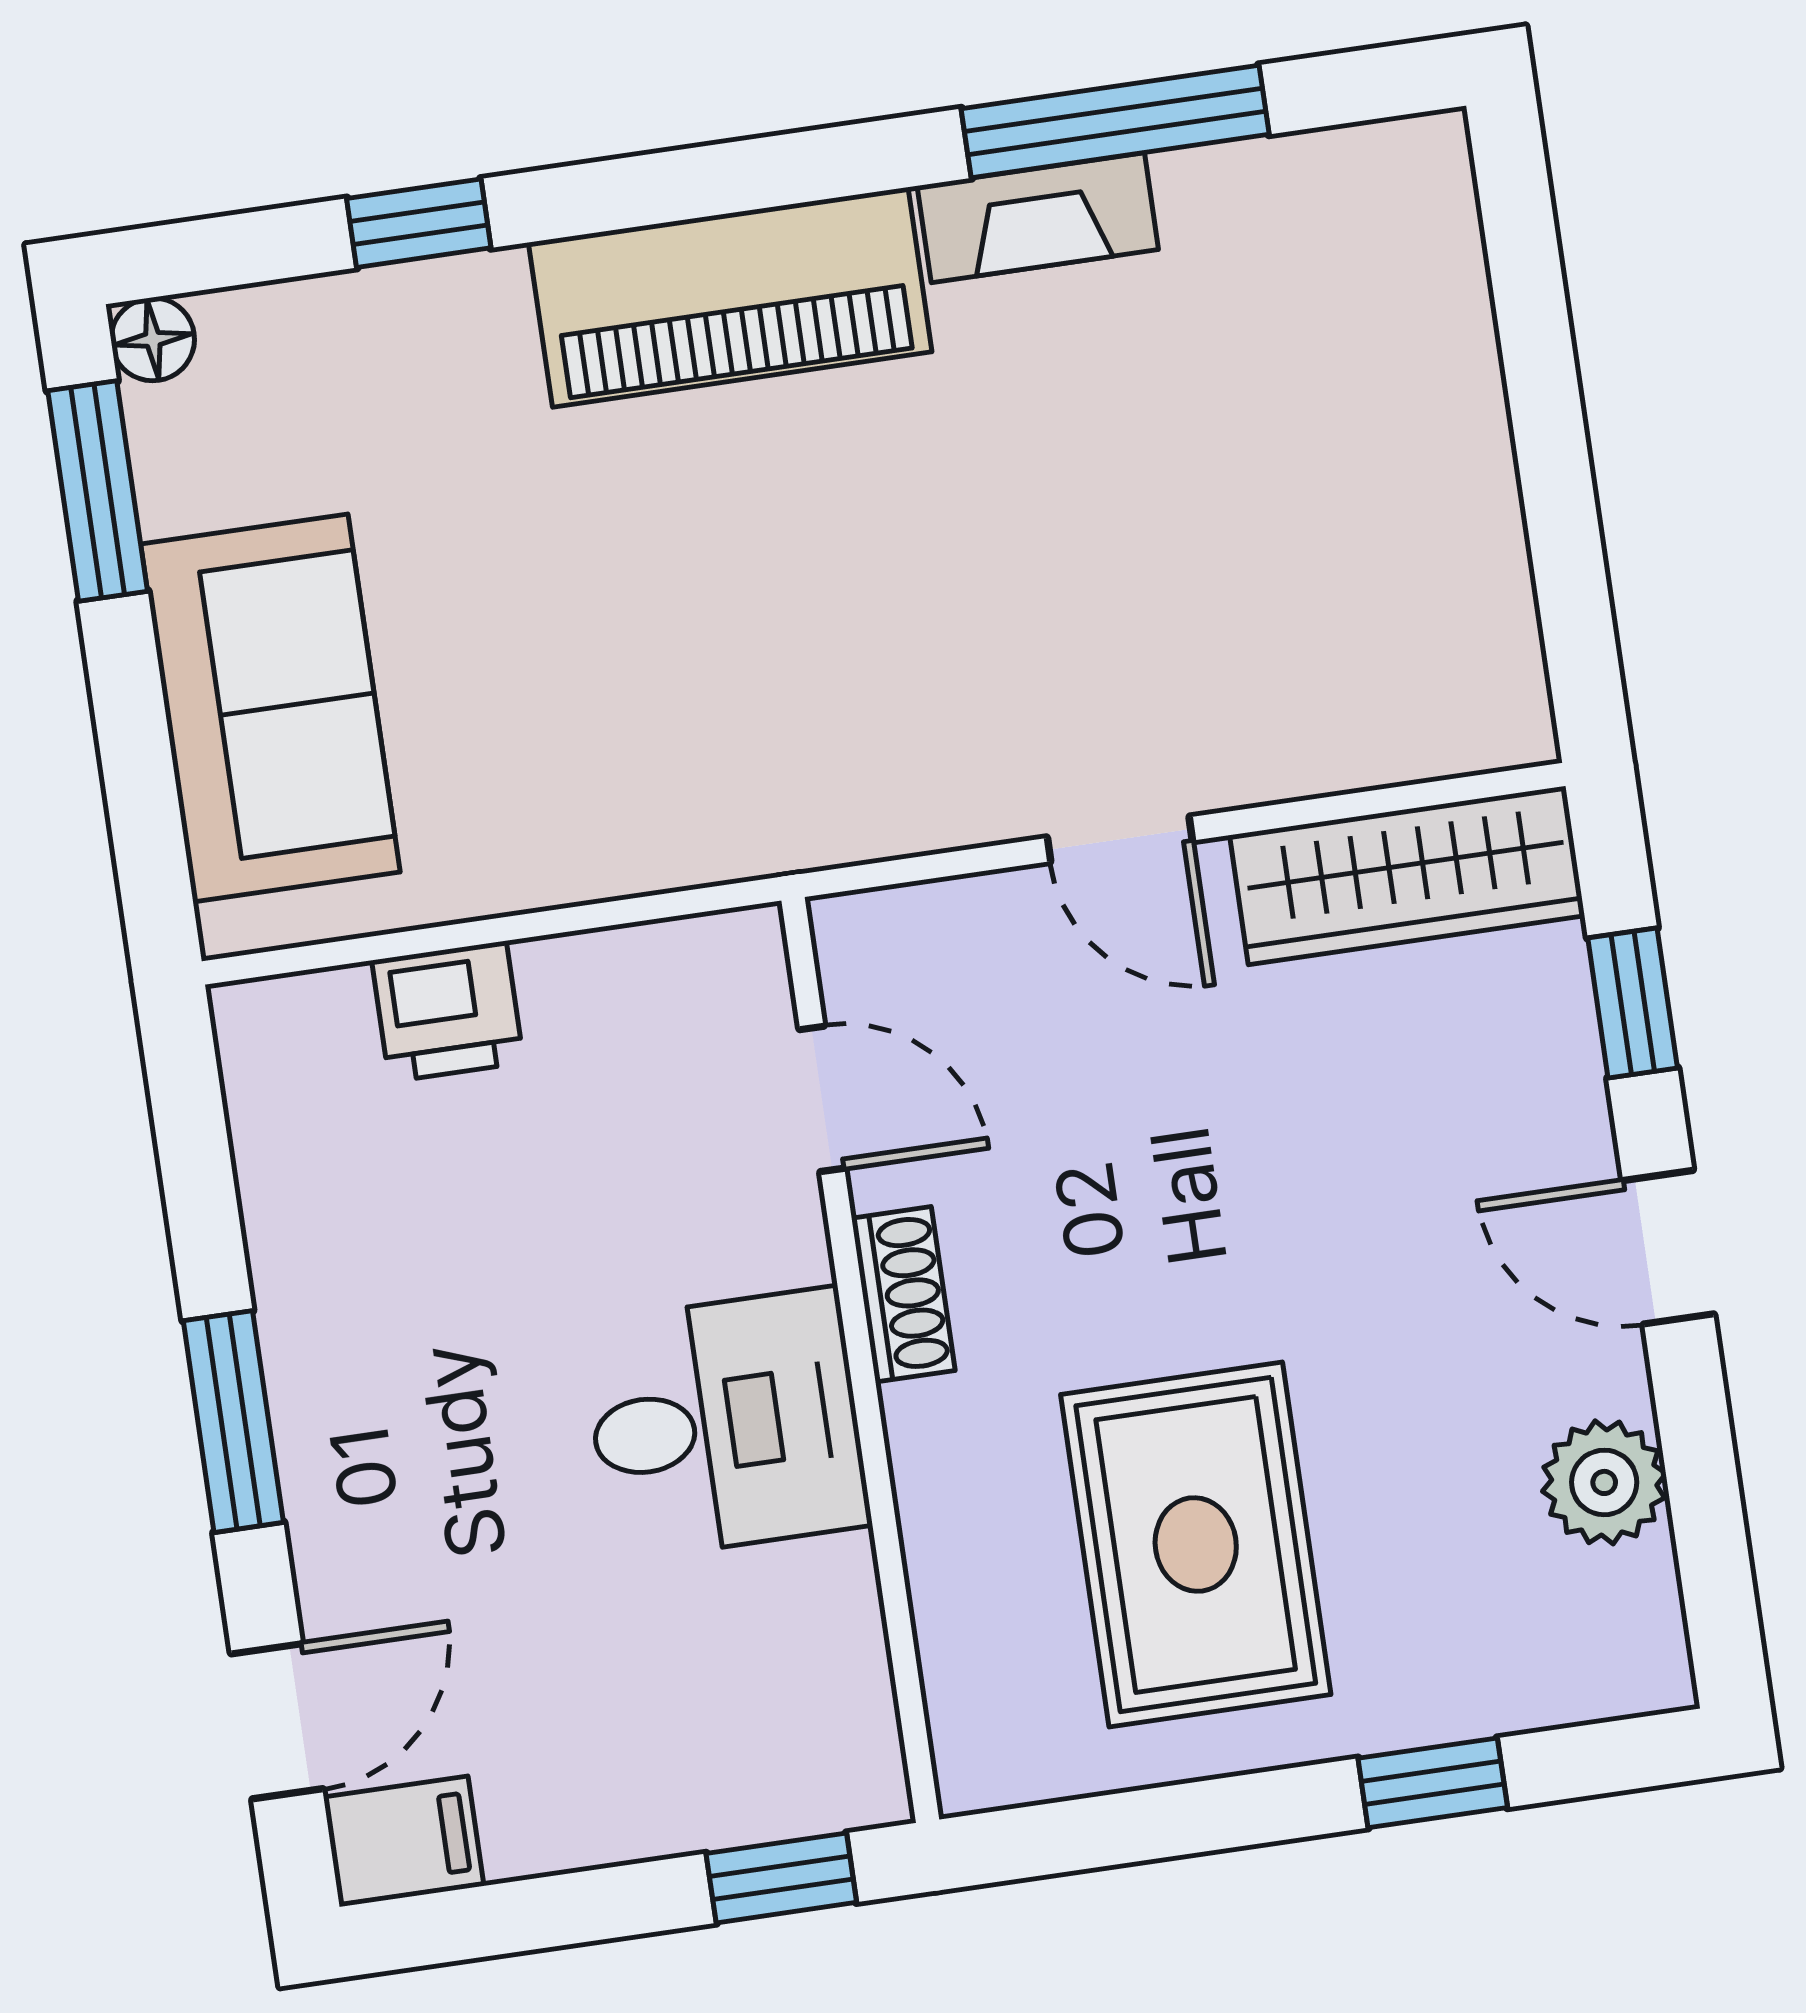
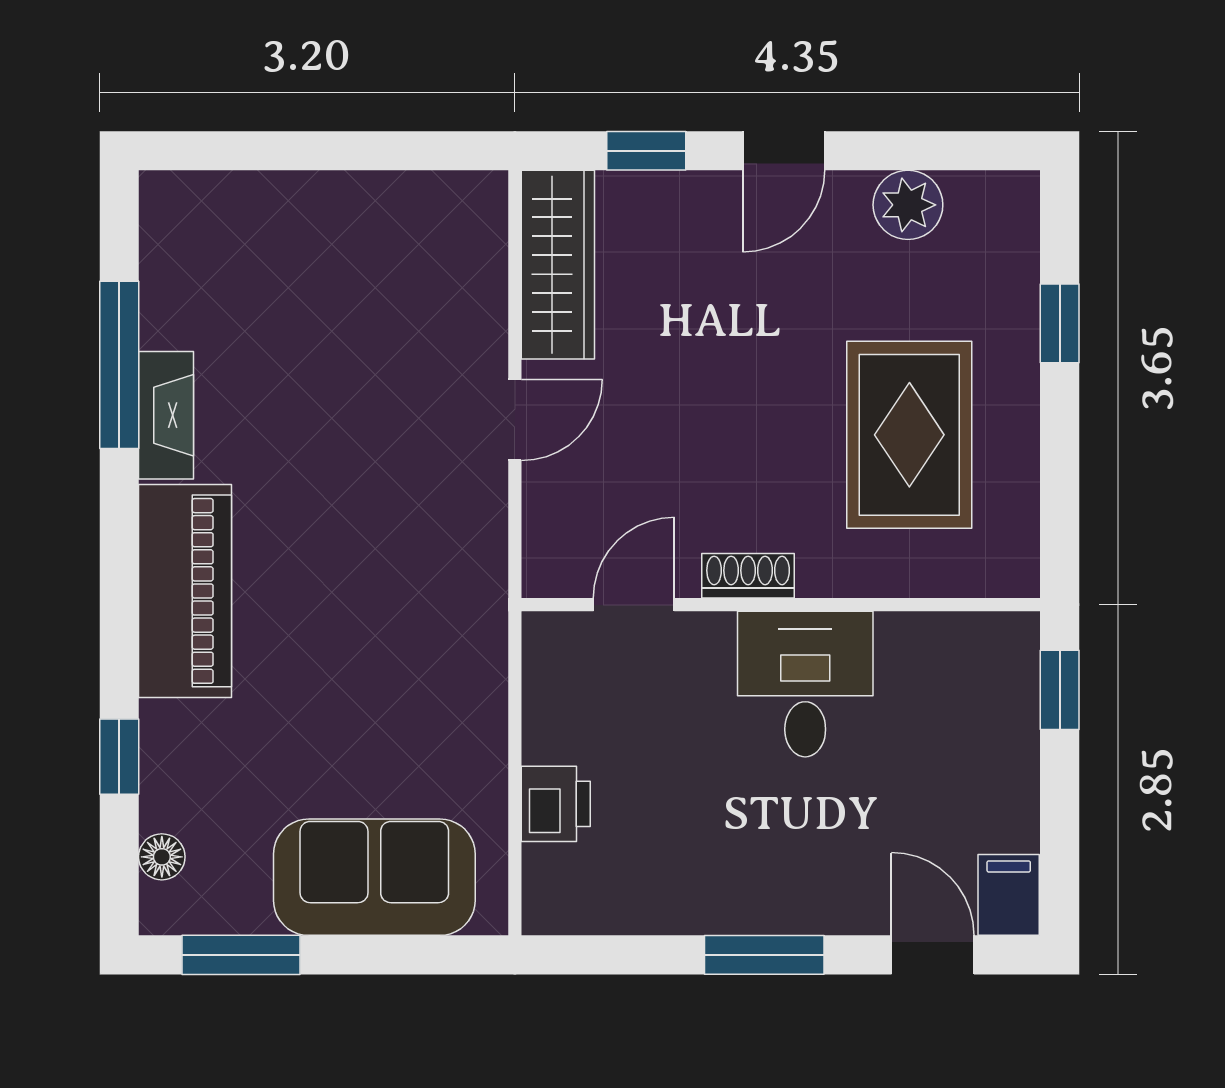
floor lamp: (153, 339) -> (162, 857), moved
rug: (1196, 1545) -> (909, 435), turned 90

